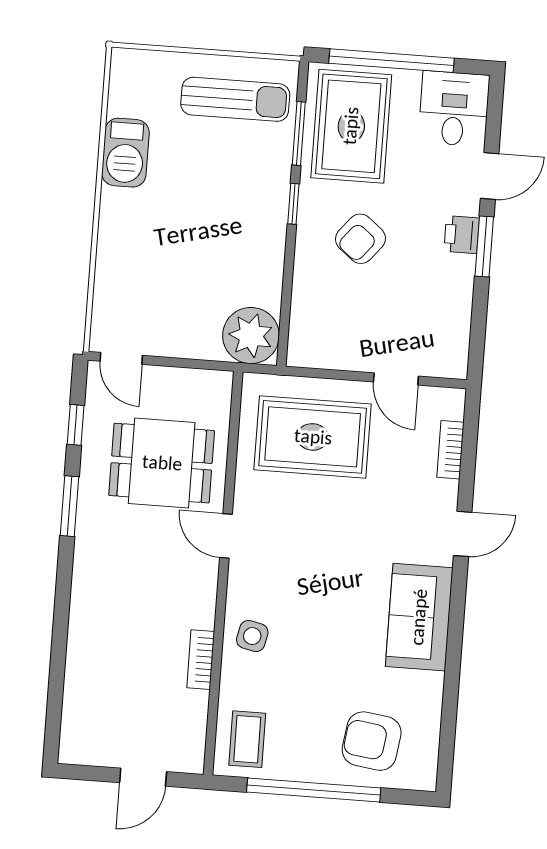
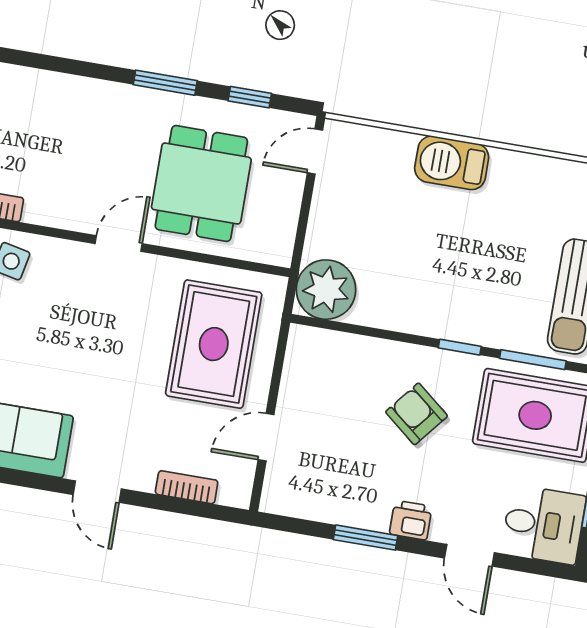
barbecue: (125, 153) -> (452, 163), moved
window: (484, 247) -> (366, 538), moved

